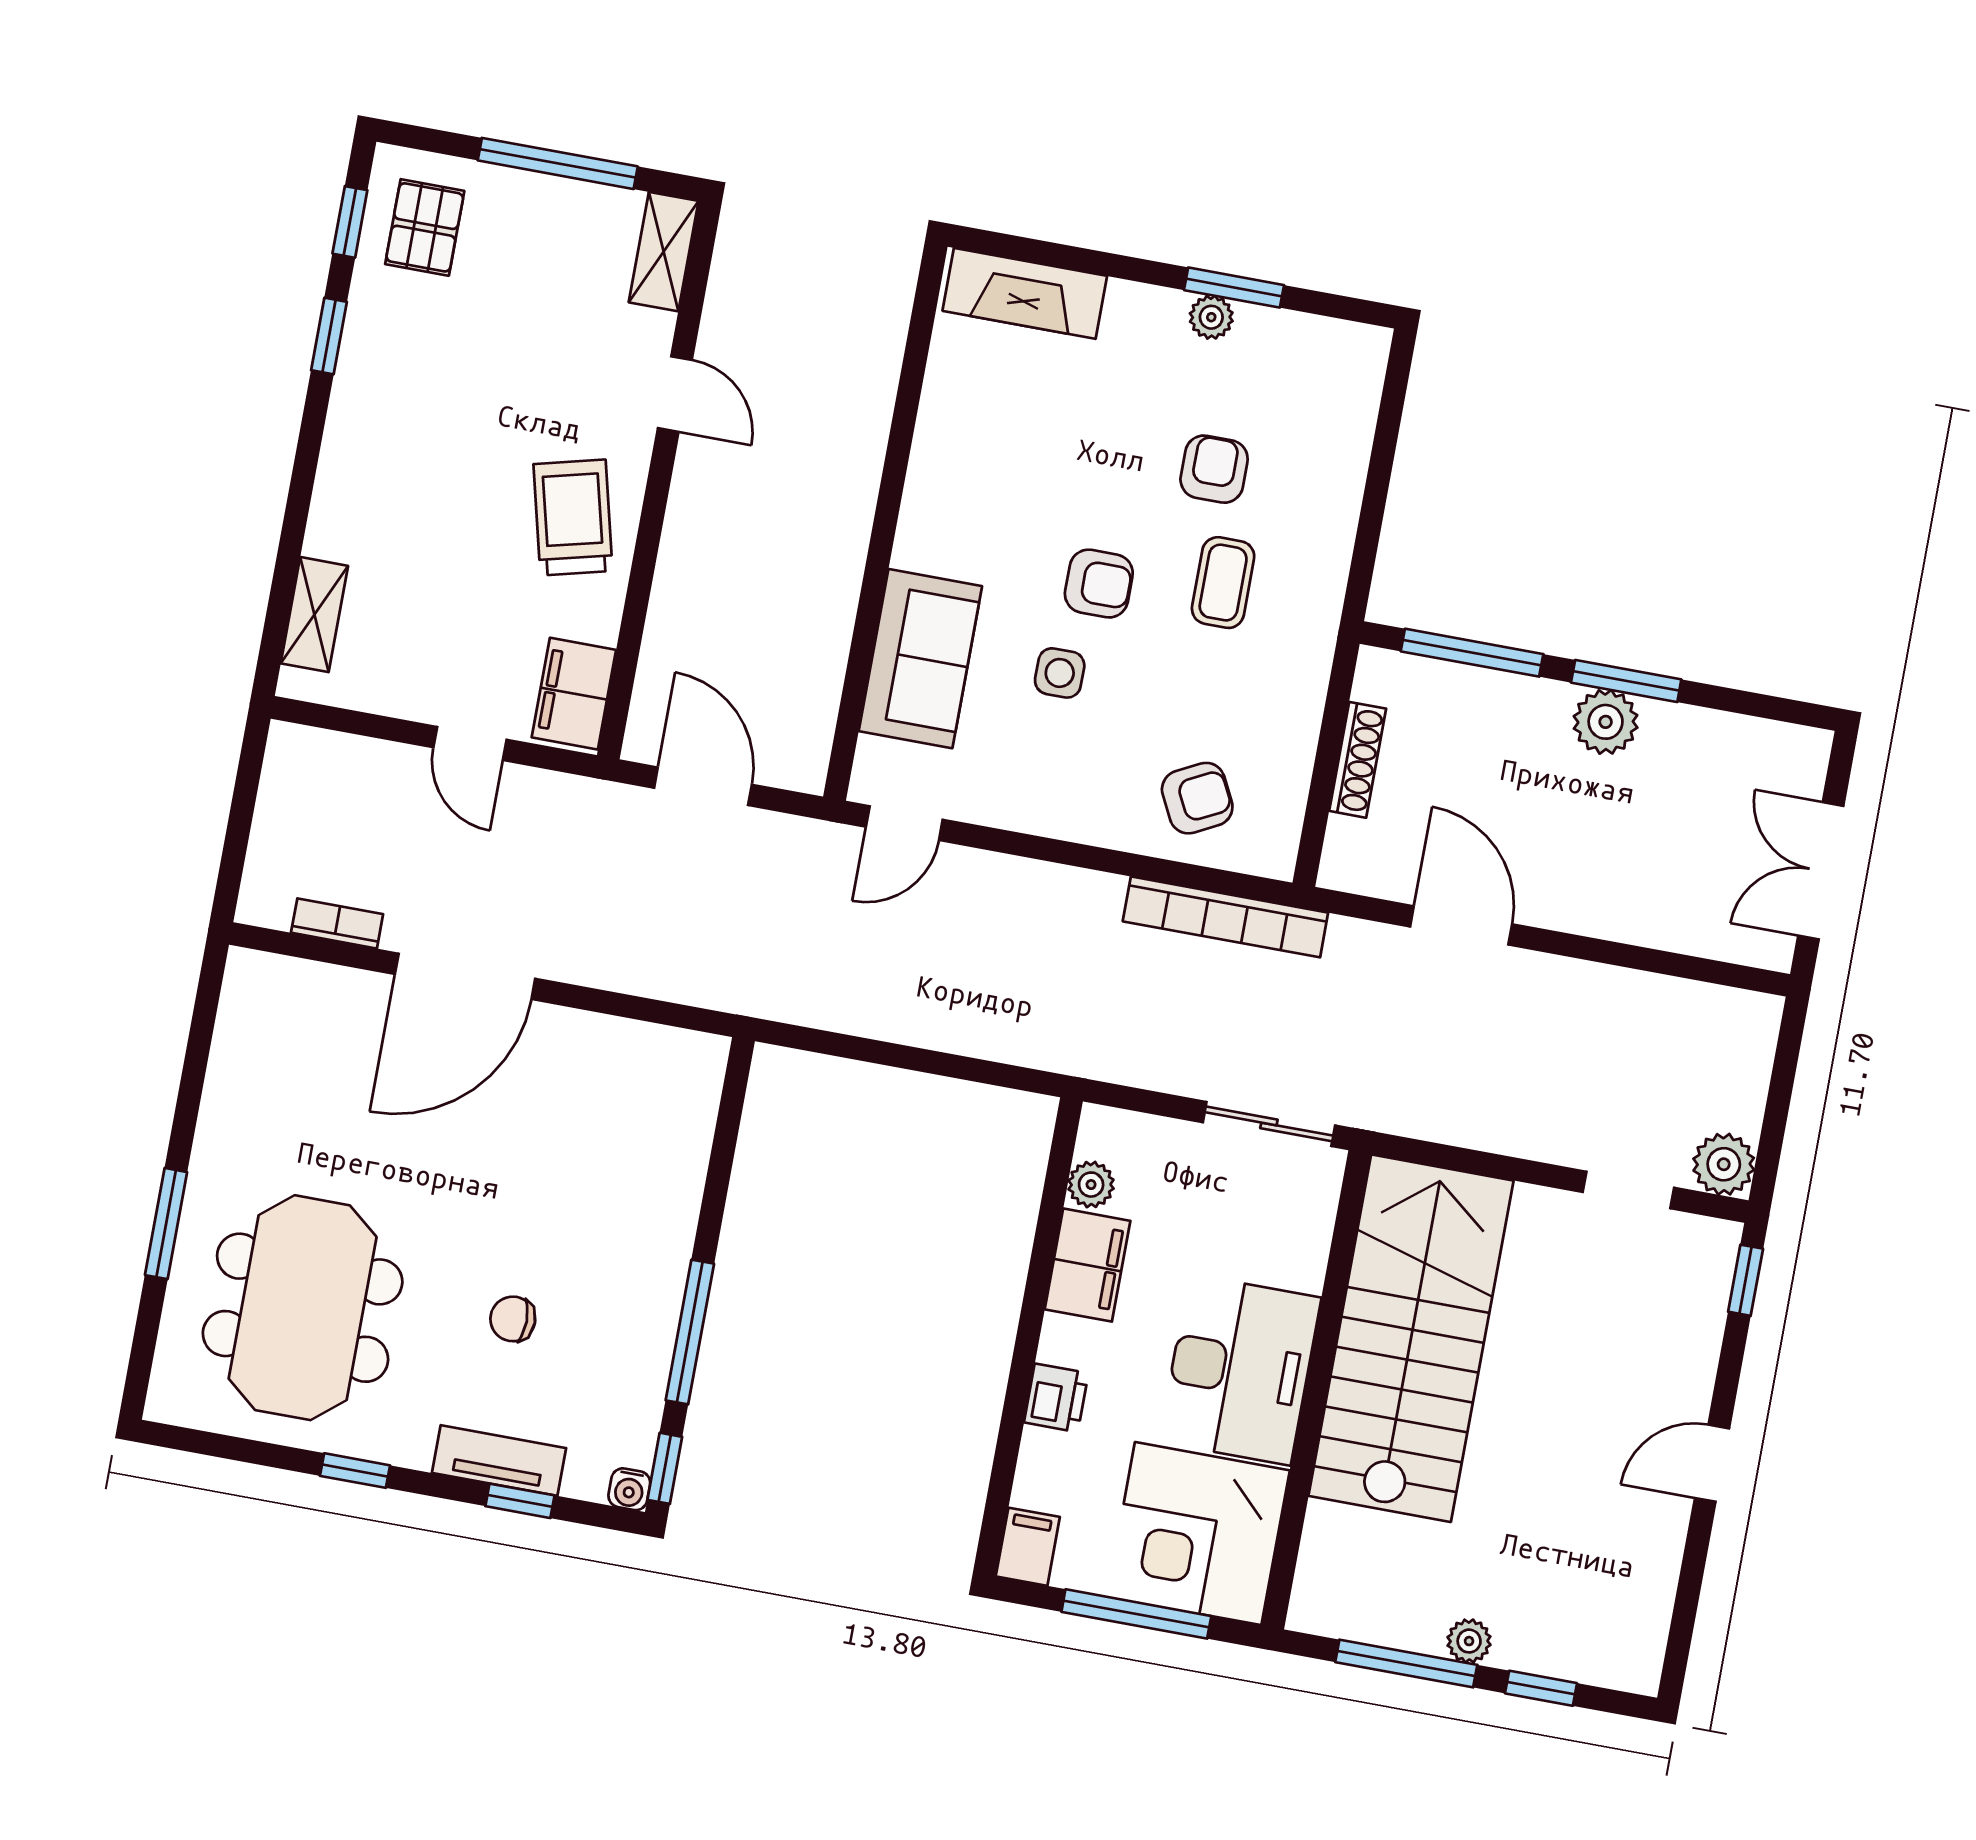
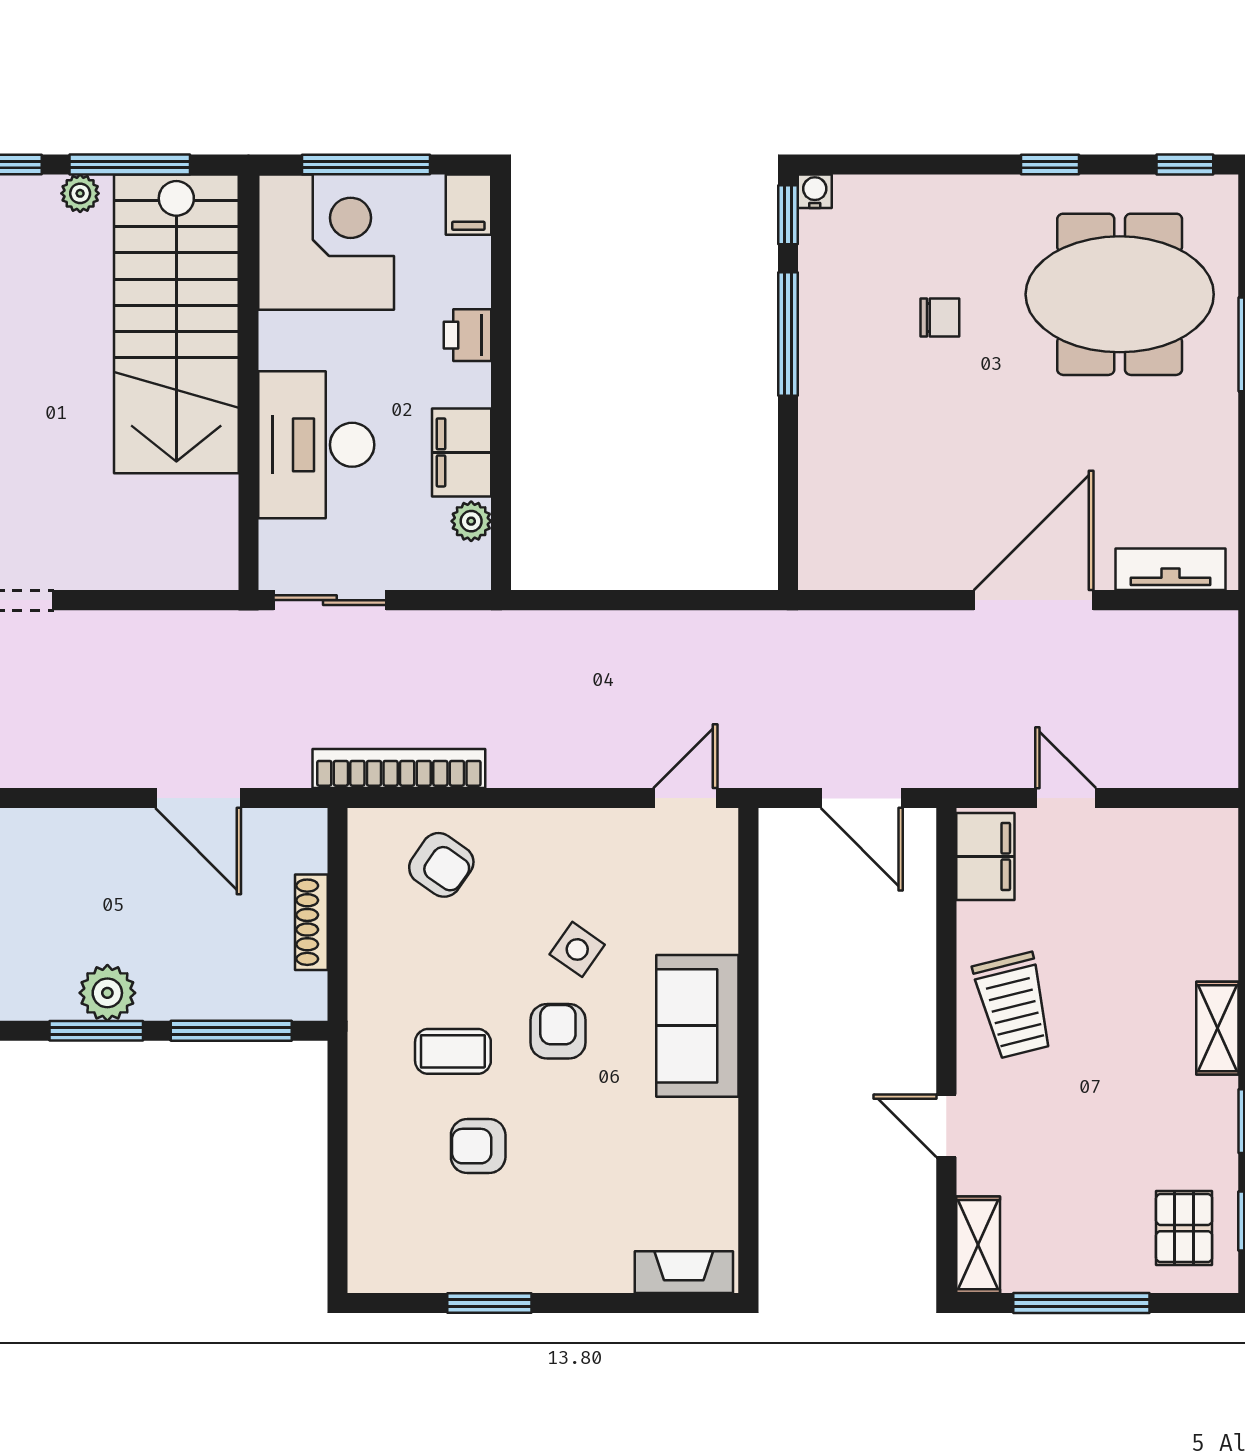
fireplace: (1025, 293) -> (684, 1272), width x0.73, depth x0.76
plant: (1211, 317) -> (504, 1274), removed
armchair: (1214, 469) -> (478, 1146), turned 90
coffee table: (1223, 583) -> (453, 1051), turned 90
armchair: (1099, 584) -> (558, 1031), turned 90
shelving: (314, 615) -> (1217, 1028), moved
sofa: (920, 659) -> (697, 1026), moved
side table: (1060, 673) -> (577, 949), turned 35
armchair: (1197, 798) -> (441, 865), turned -118
bookcase: (337, 923) -> (1150, 625), removed
meeting table: (303, 1308) -> (1120, 294), turned 90
stairs: (1411, 1338) -> (176, 324), moved
desk: (1240, 1370) -> (316, 445), moved
tv unit: (499, 1461) -> (1171, 569), moved, turned 180
window: (520, 1501) -> (1185, 165), moved

